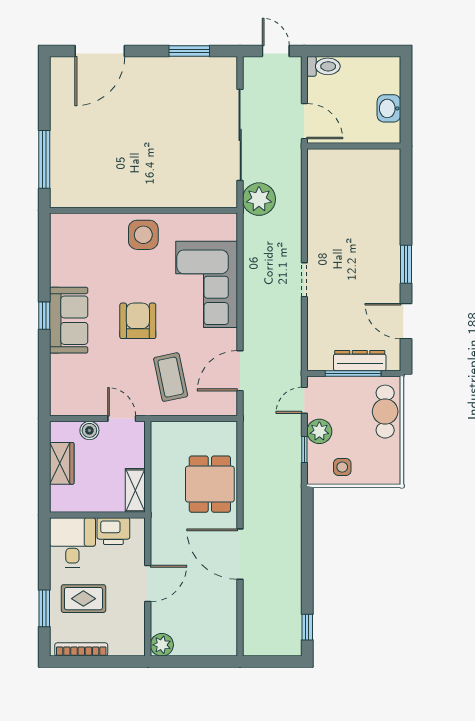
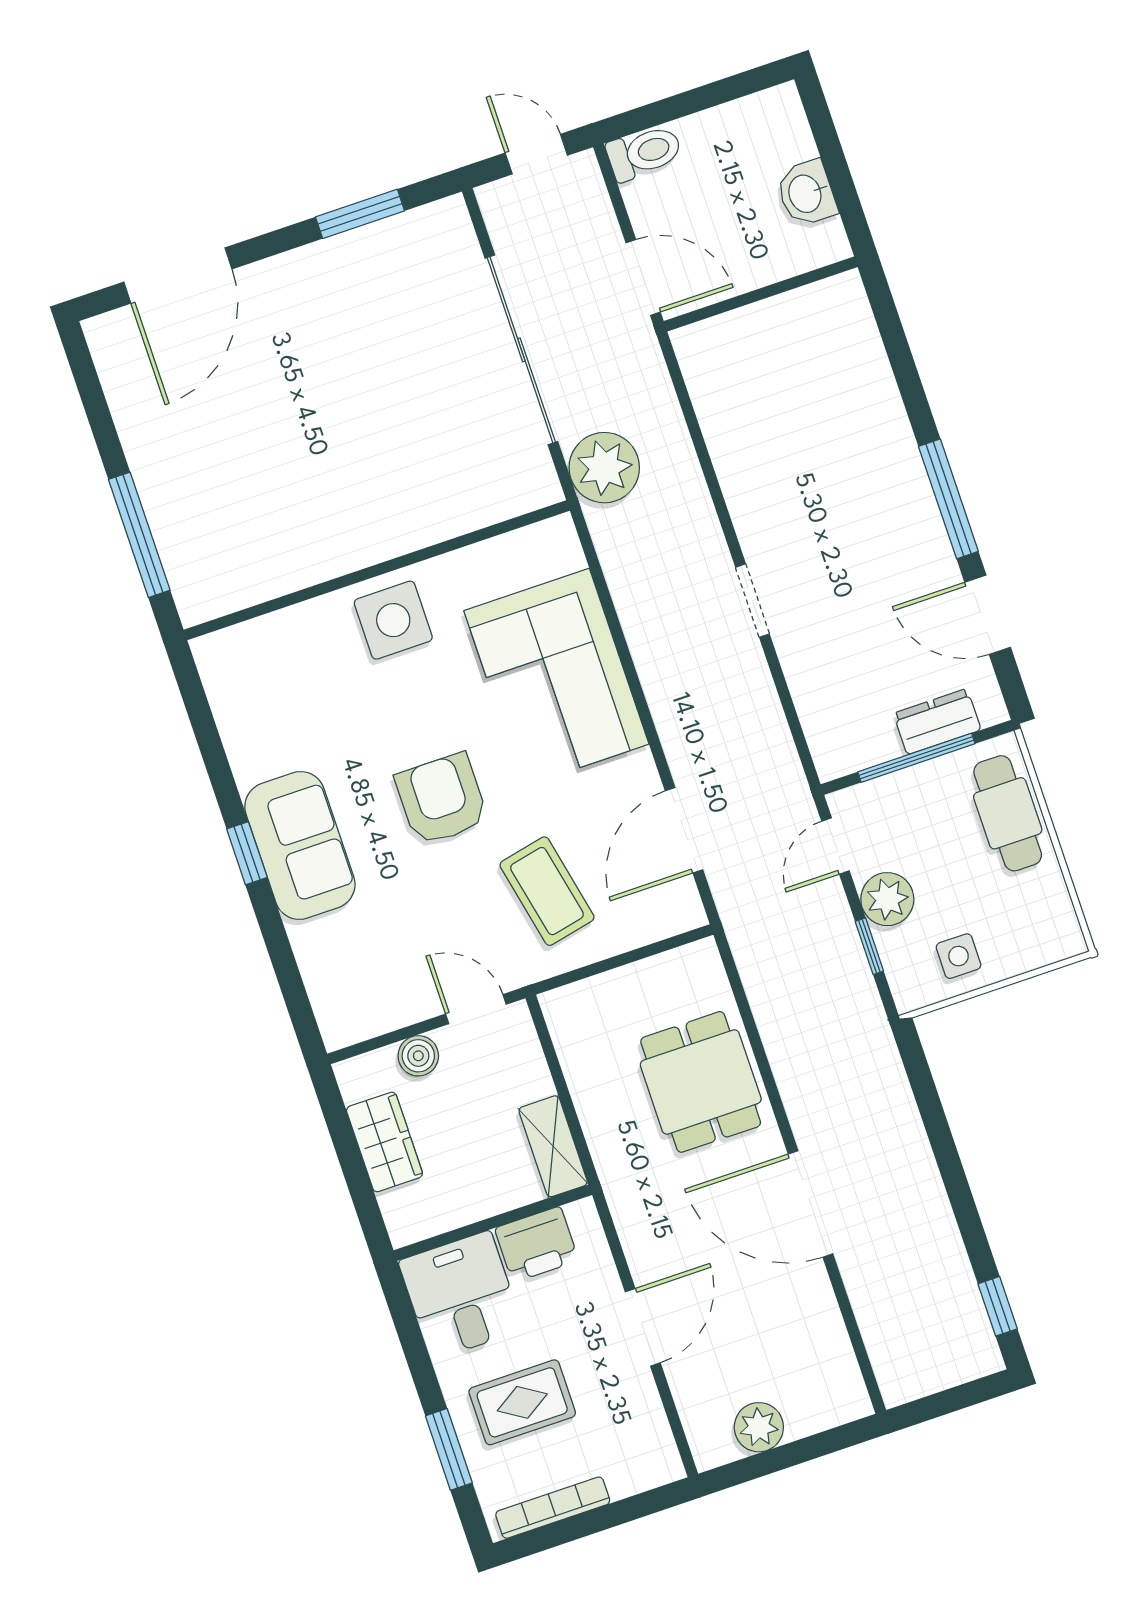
window: (406, 264) -> (948, 499), width x1.44
dresser: (360, 361) -> (937, 722), width x0.70
plant: (162, 645) -> (759, 1427), moved

